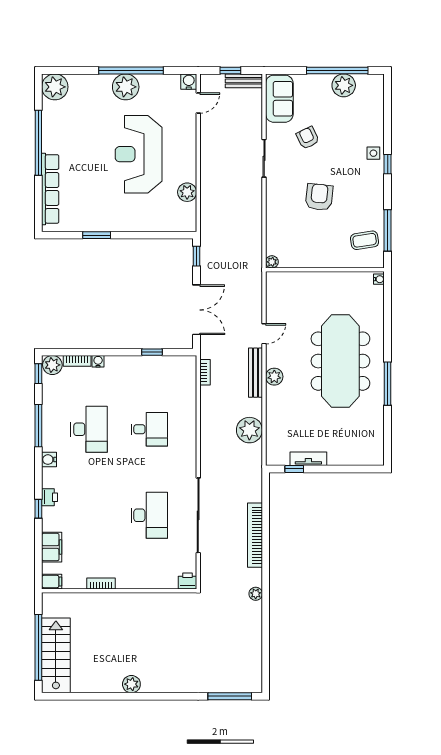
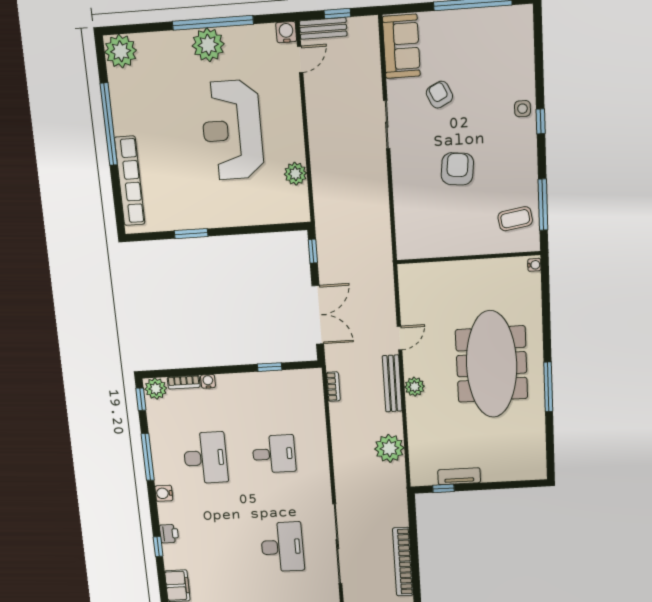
bench: (244, 81) -> (323, 28), moved
plant: (344, 85) -> (482, 23), removed
plant: (272, 262) -> (404, 252), removed

